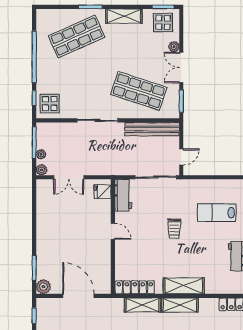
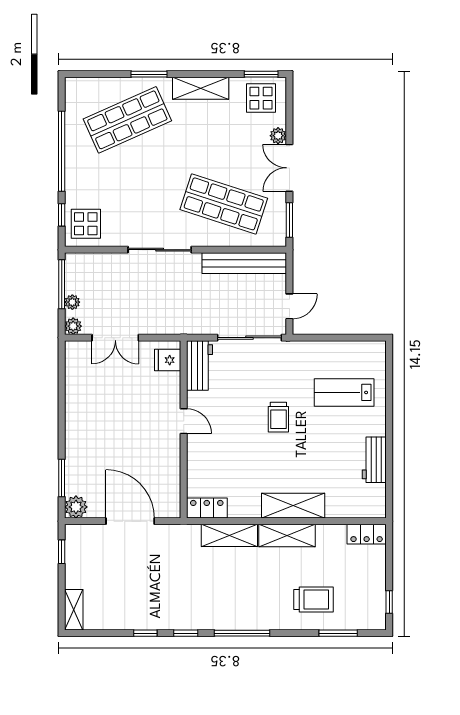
locker: (135, 287) -> (207, 508), width x0.66

